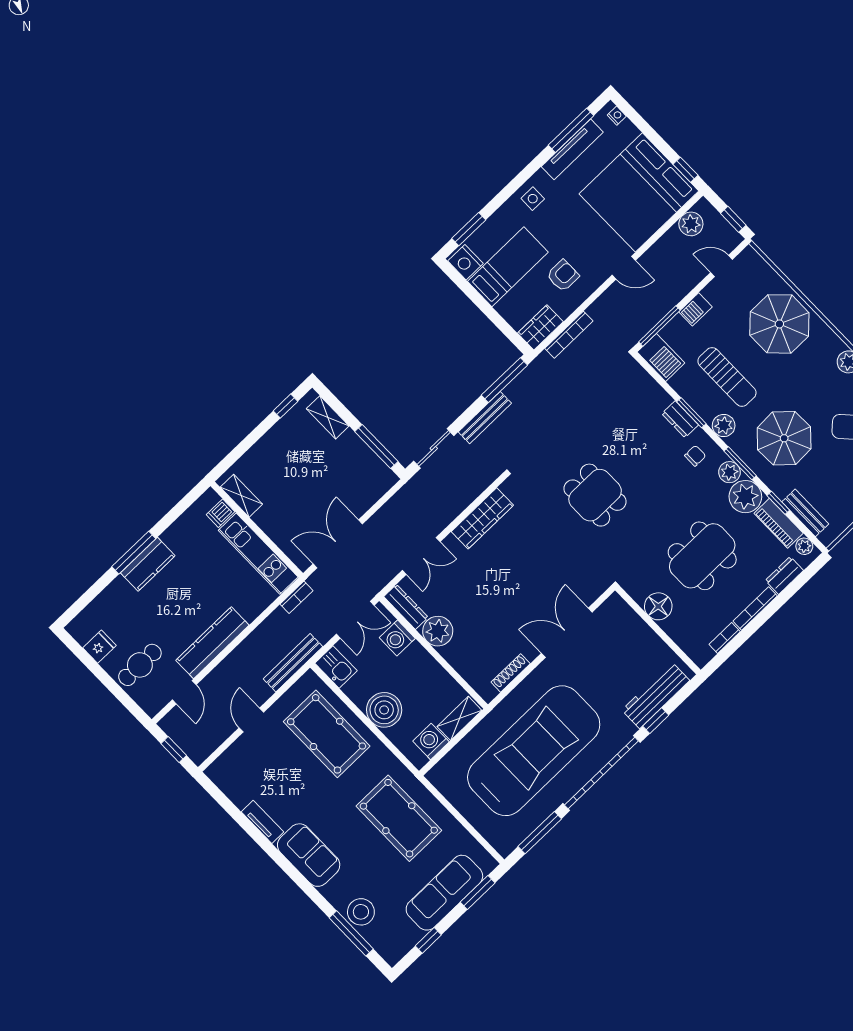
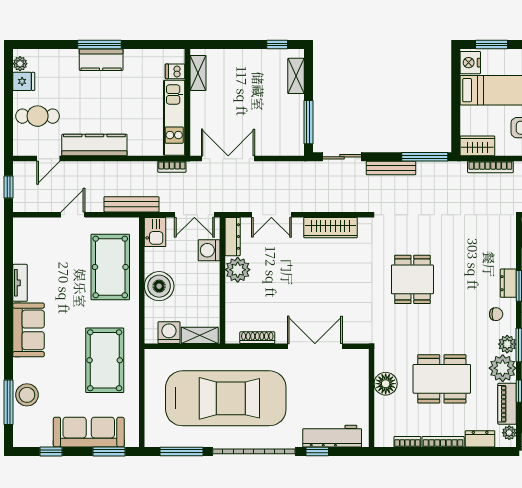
plant: (82, 635) -> (20, 64), added

